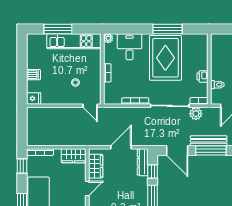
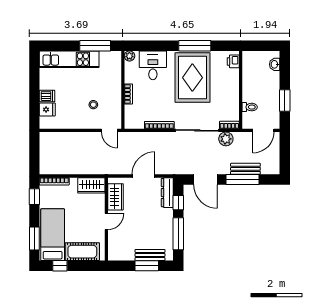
window: (58, 29) -> (95, 46), moved
kitchen unit: (74, 41) -> (69, 59), moved
printer: (202, 76) -> (233, 61), moved
fridge: (34, 99) -> (47, 109), moved
bench: (209, 141) -> (245, 169), width x0.73

